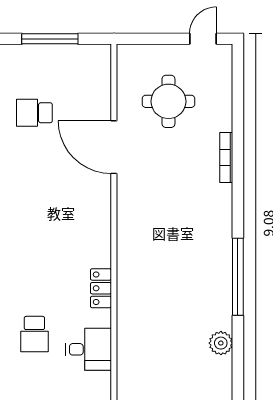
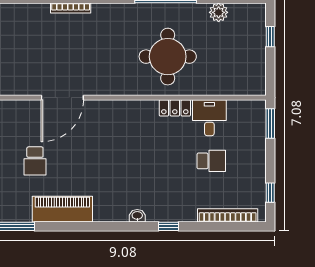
round table: (168, 101) -> (168, 57), moved, width x1.36, depth x1.36
desk: (89, 349) -> (209, 118), moved

